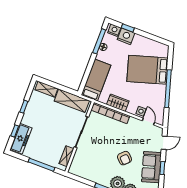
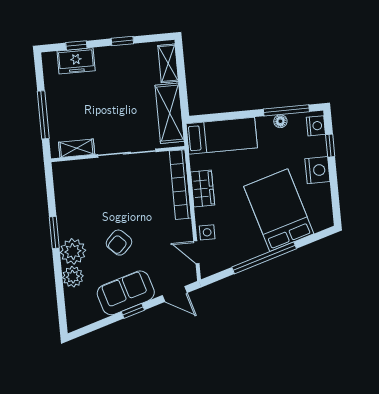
nightstand: (126, 36) -> (317, 170), moved
door: (148, 122) -> (196, 252), swing flipped
freezer: (21, 139) -> (76, 61), width x0.71

